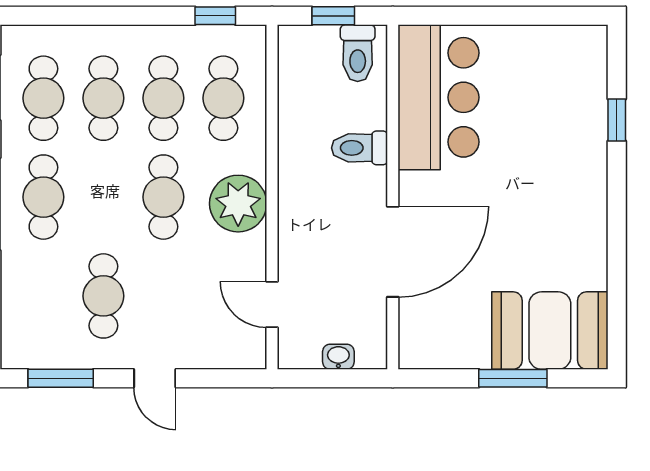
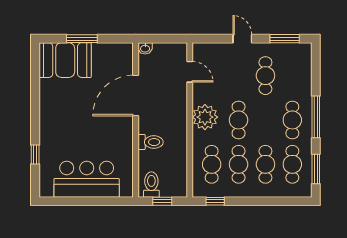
bar counter: (438, 97) -> (87, 179), moved, turned 90
washbasin: (338, 357) -> (145, 48), moved

